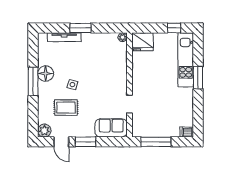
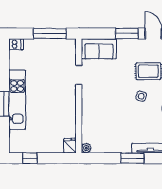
fridge: (142, 42) -> (70, 146), width x0.53, depth x0.75
kitchen unit: (186, 60) -> (17, 100), moved

